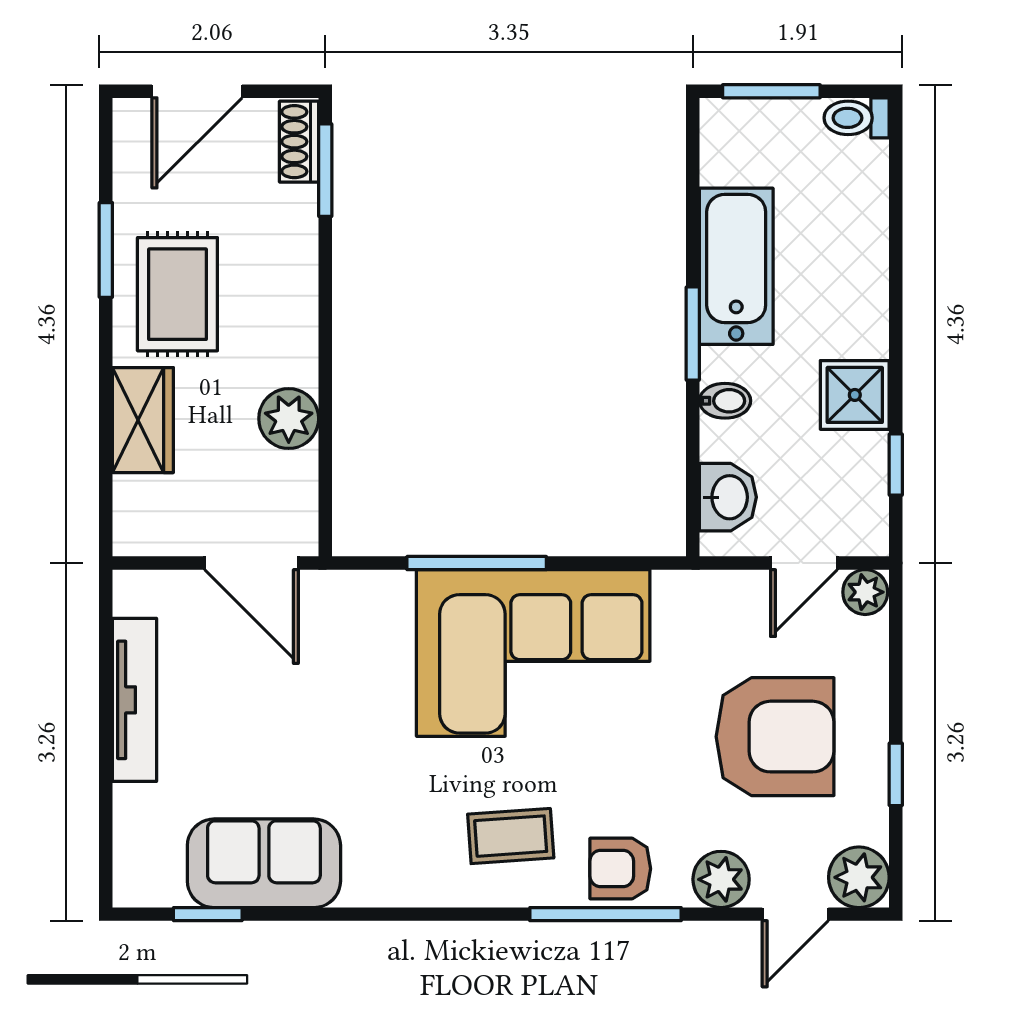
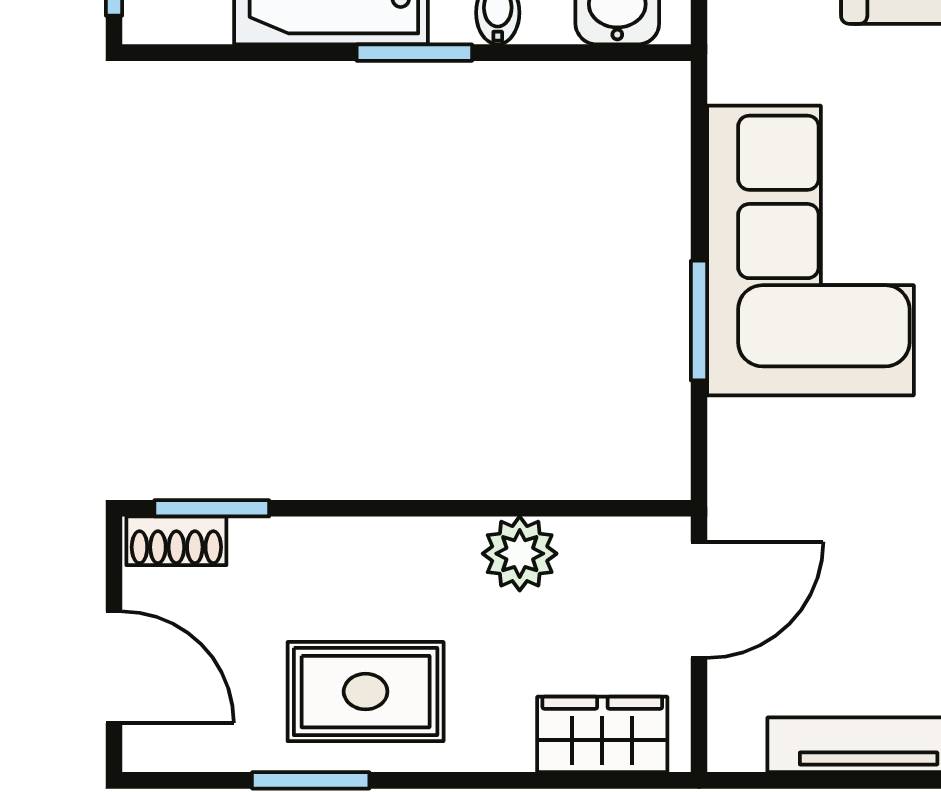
wardrobe: (143, 420) -> (602, 734), moved
window: (477, 563) -> (699, 321), width x0.69

